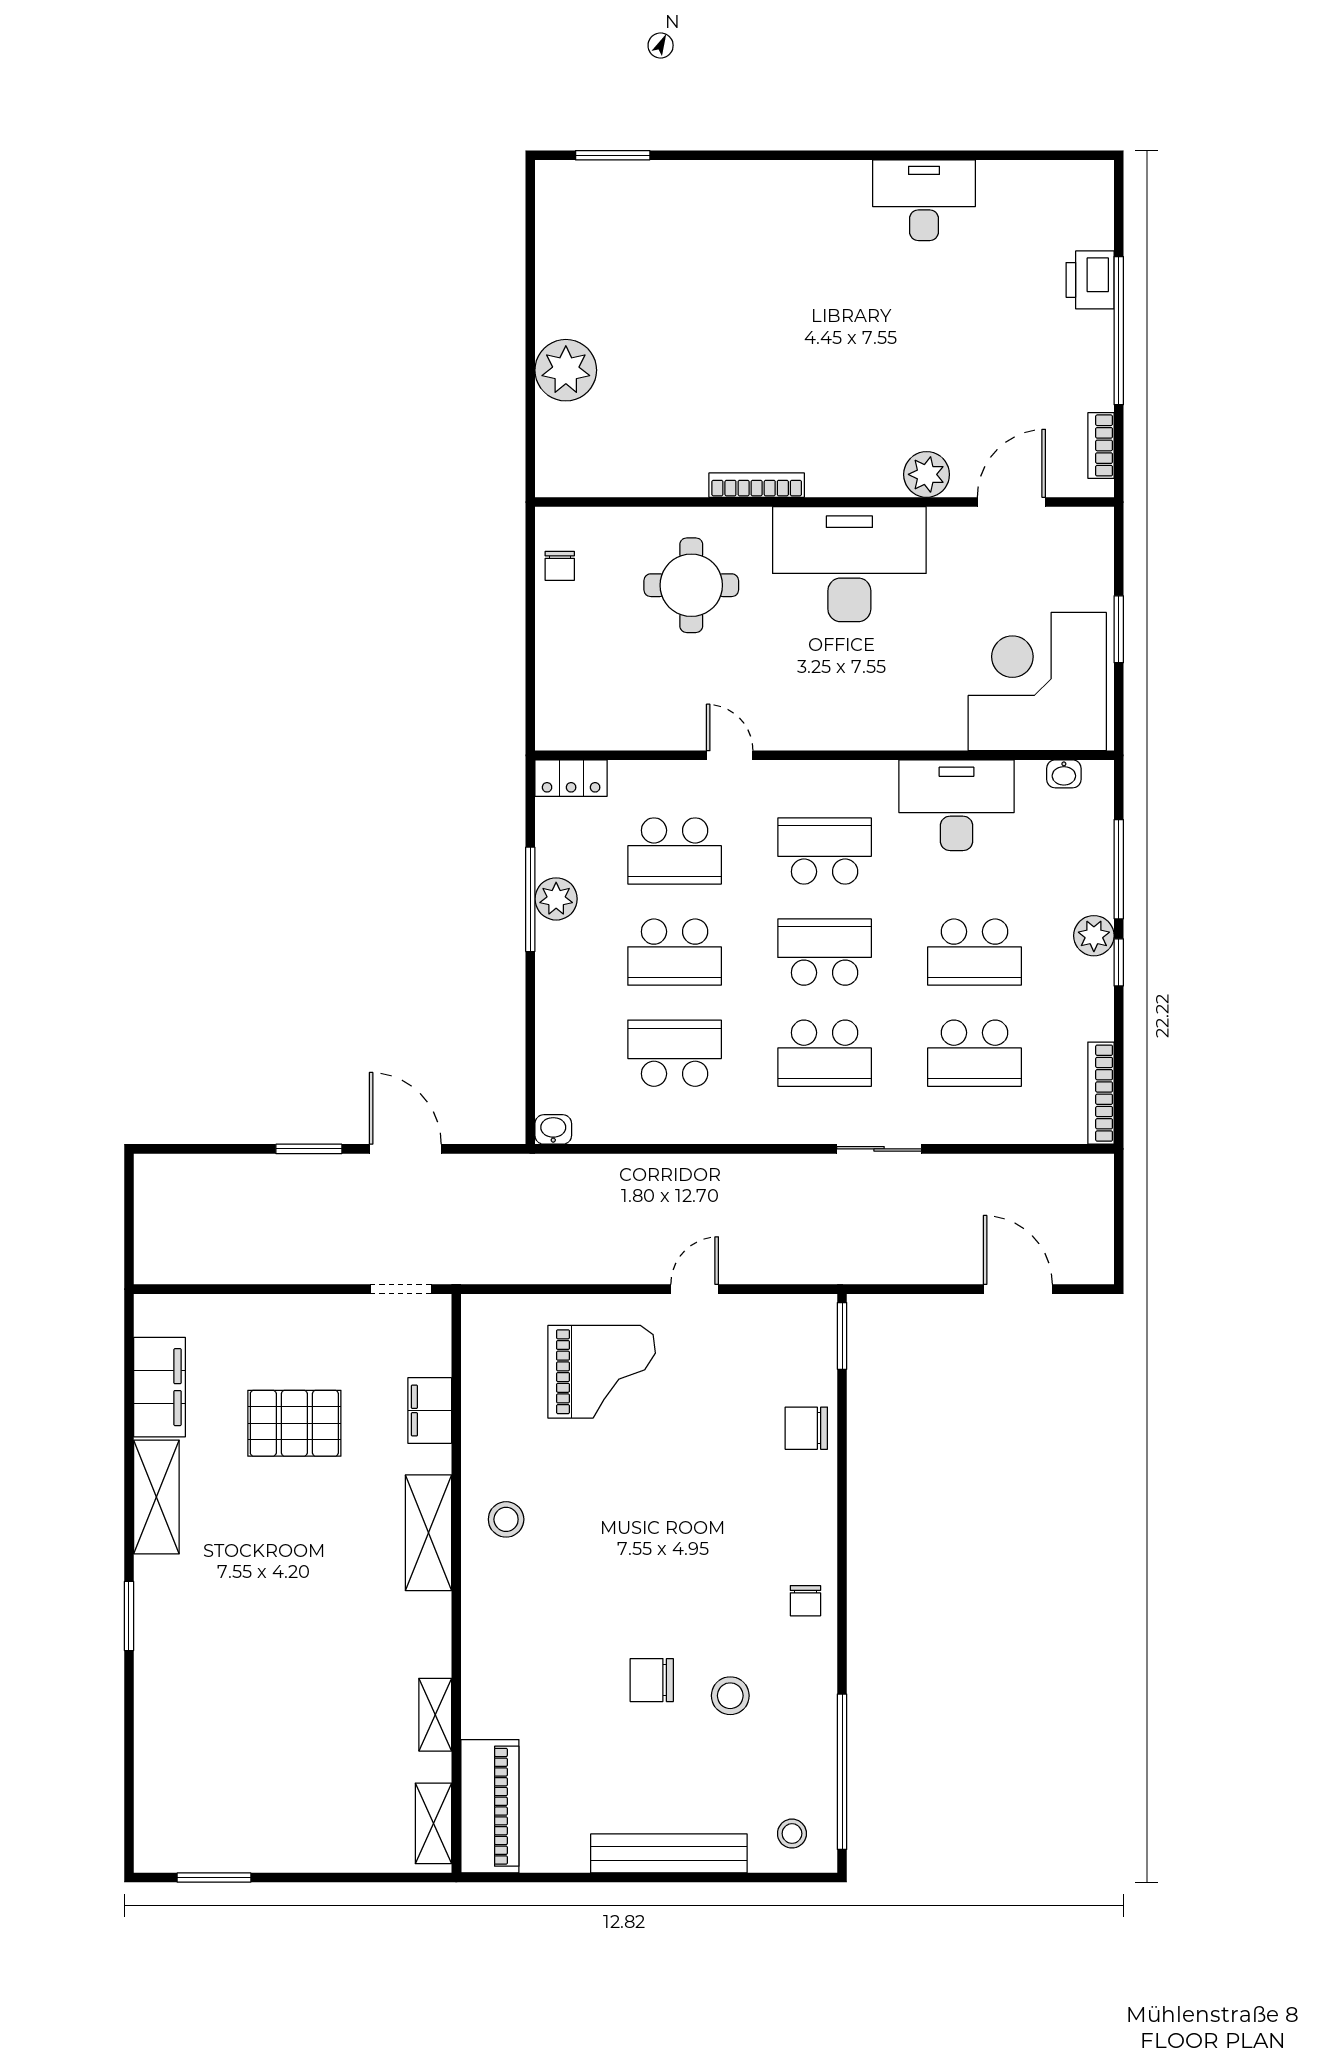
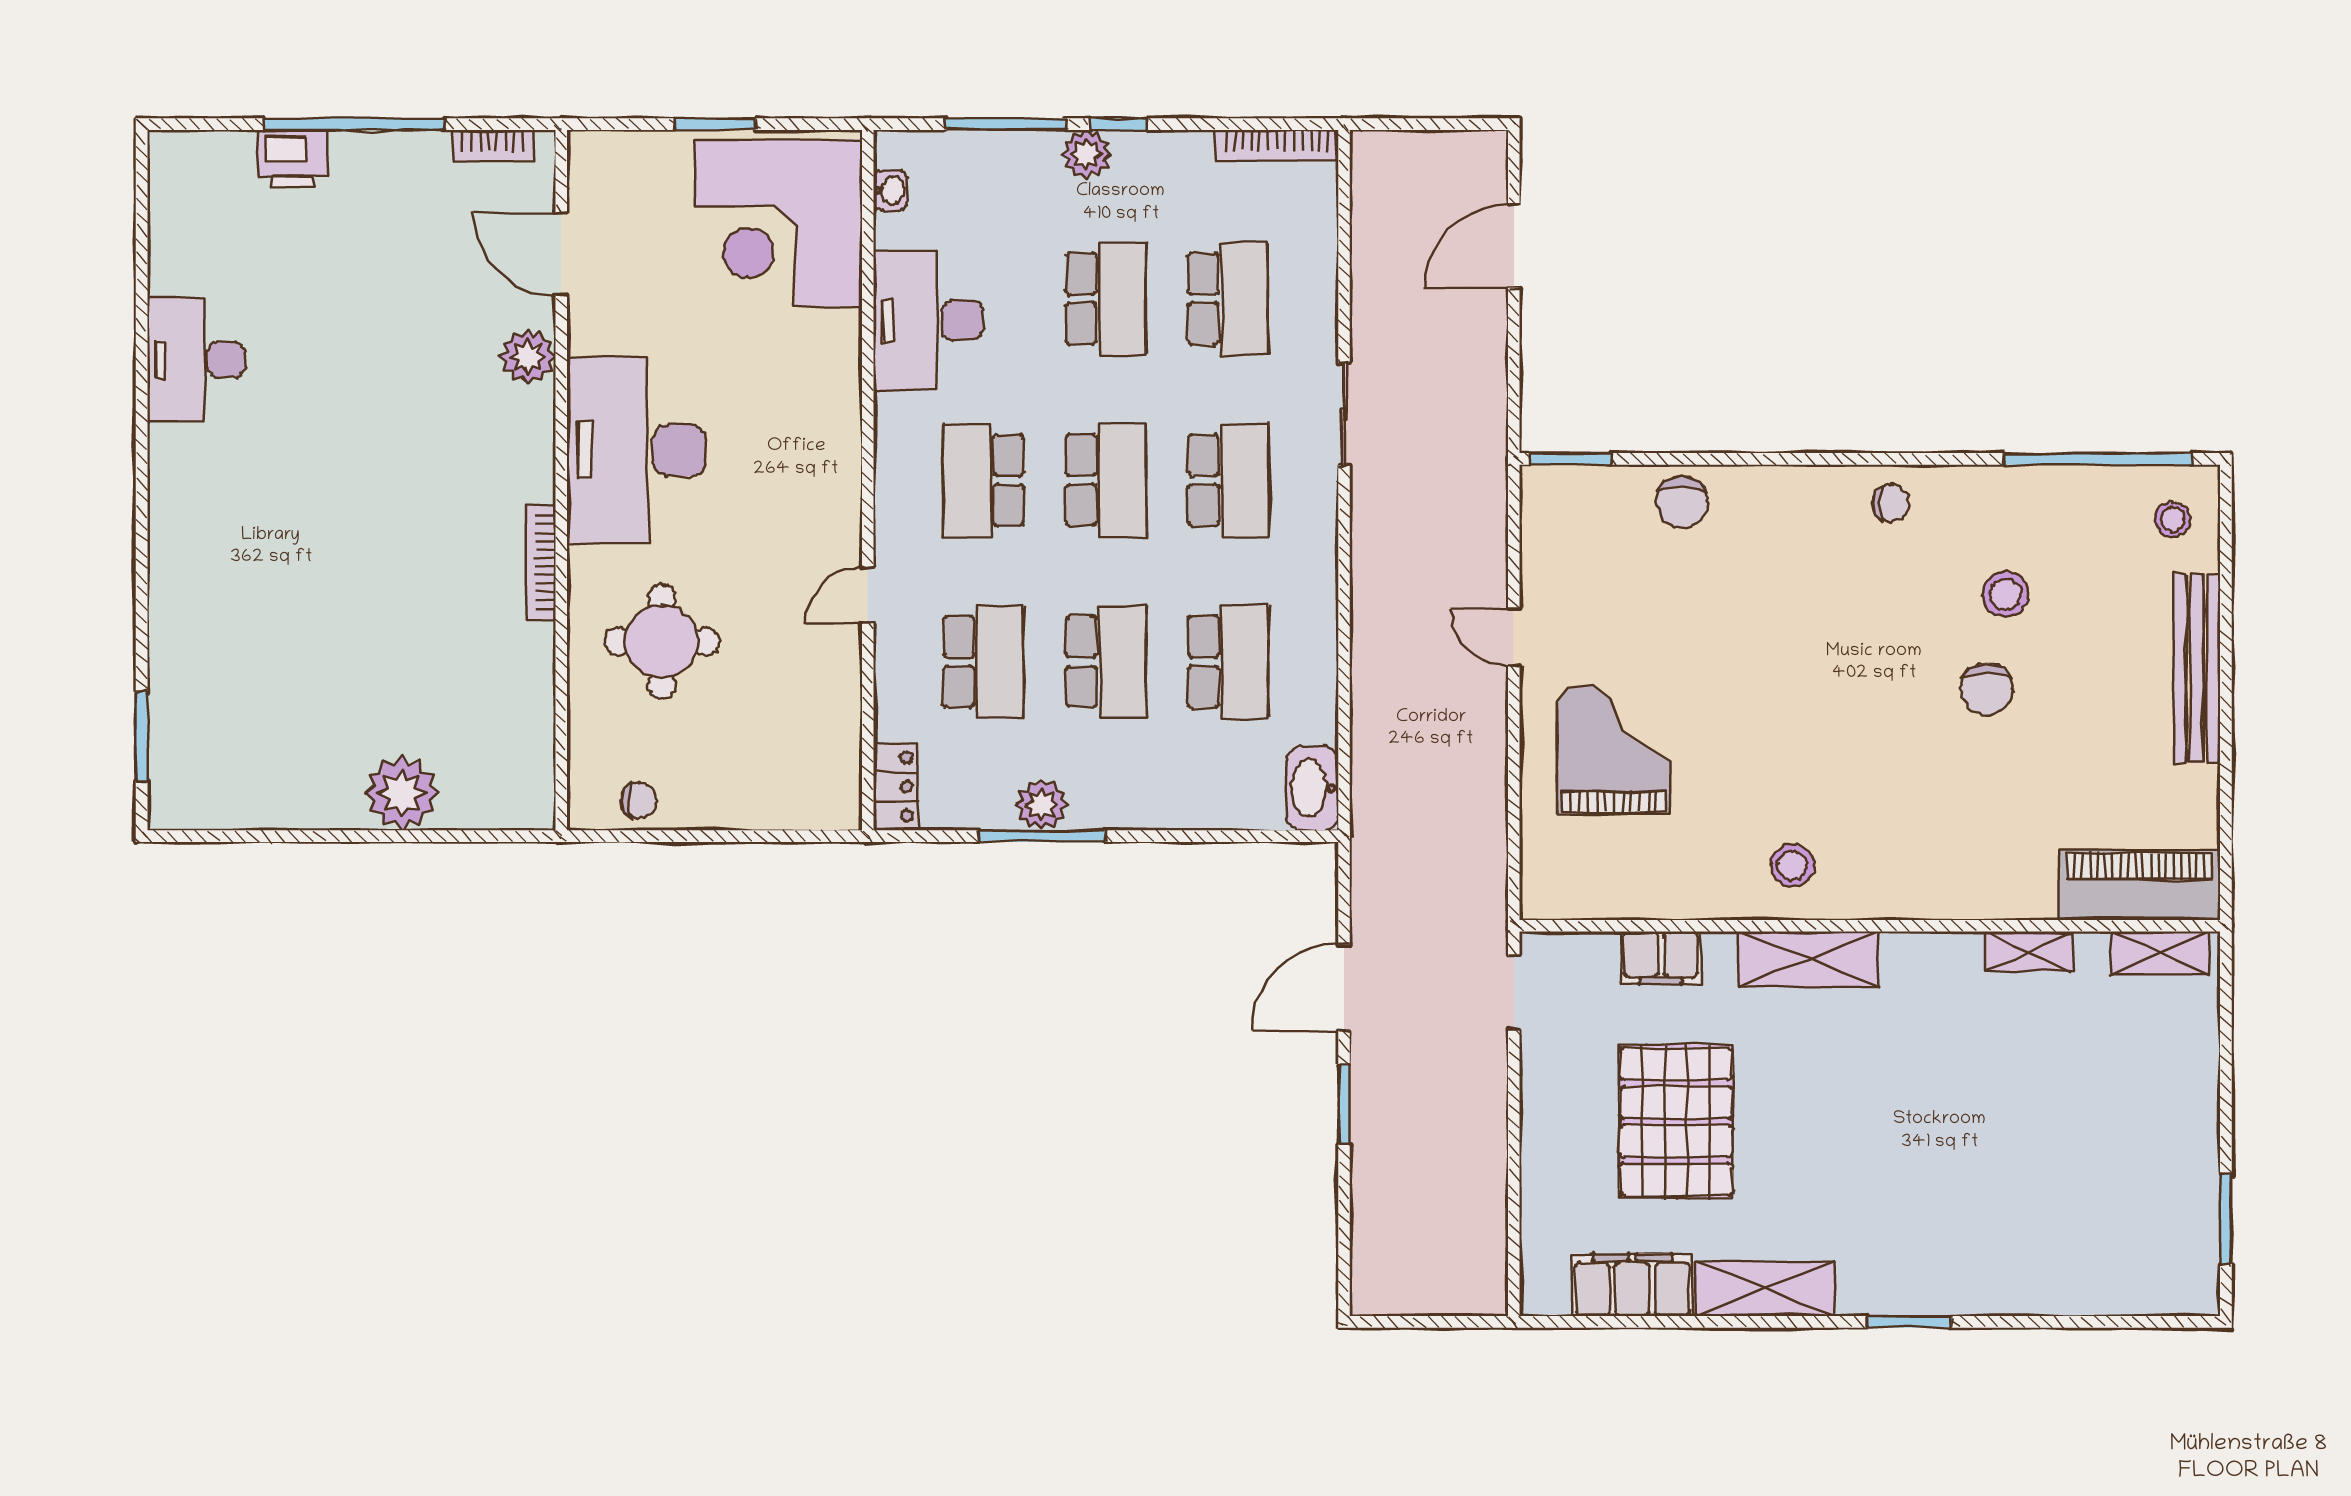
school desk: (825, 952) -> (1106, 480), turned 180
school desk: (675, 1053) -> (1228, 662), turned 180
washbasin: (553, 1129) -> (1313, 788), width x1.91, depth x1.45
pallet: (294, 1423) -> (1676, 1122), width x1.37, depth x1.41

